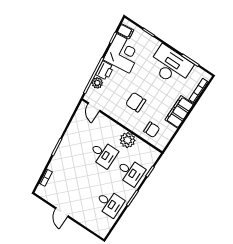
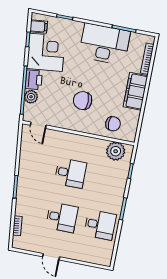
plant: (128, 140) -> (116, 151), moved
desk: (130, 172) -> (62, 217), moved

